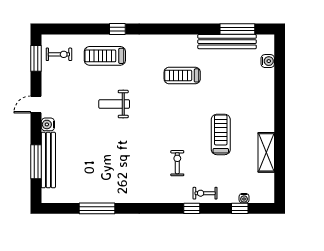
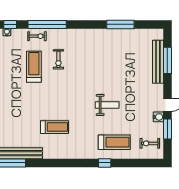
window: (36, 58) -> (167, 129), moved
water cooler: (48, 124) -> (158, 117), moved
treadmill: (221, 134) -> (34, 67), moved, turned 180
window: (192, 208) -> (47, 24), width x3.17

